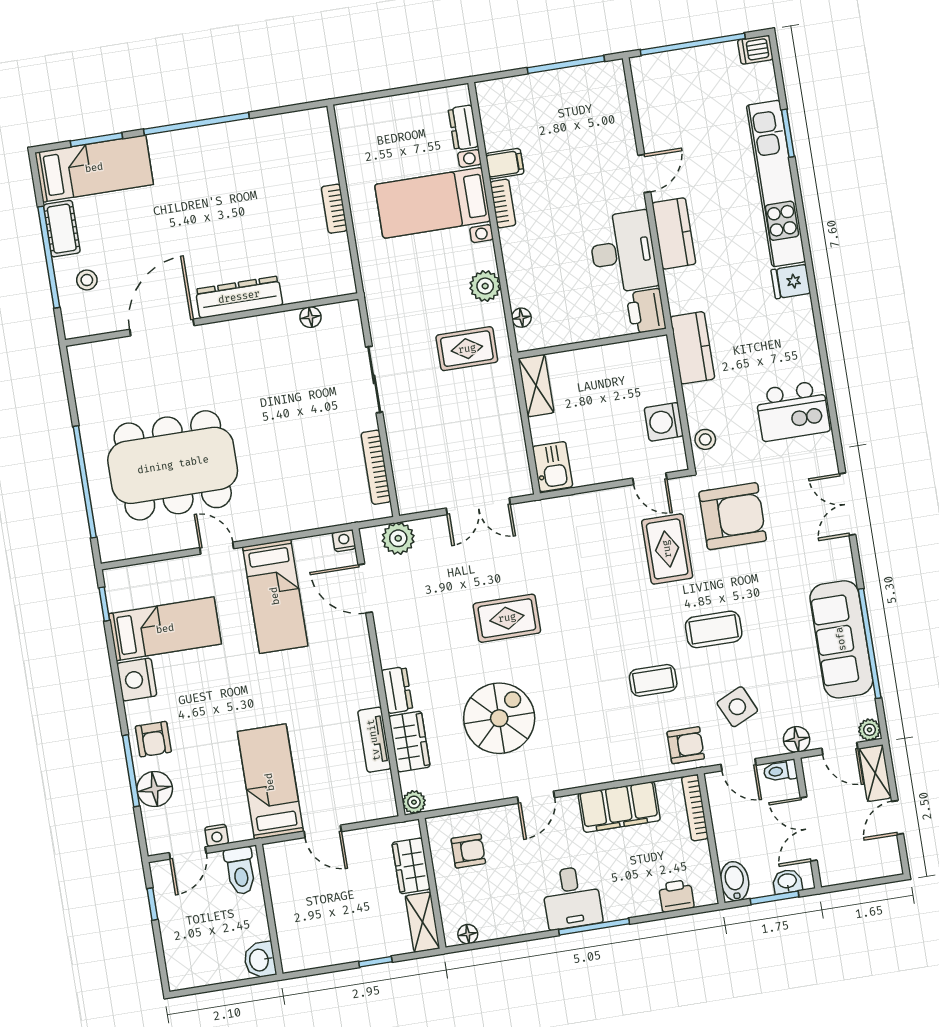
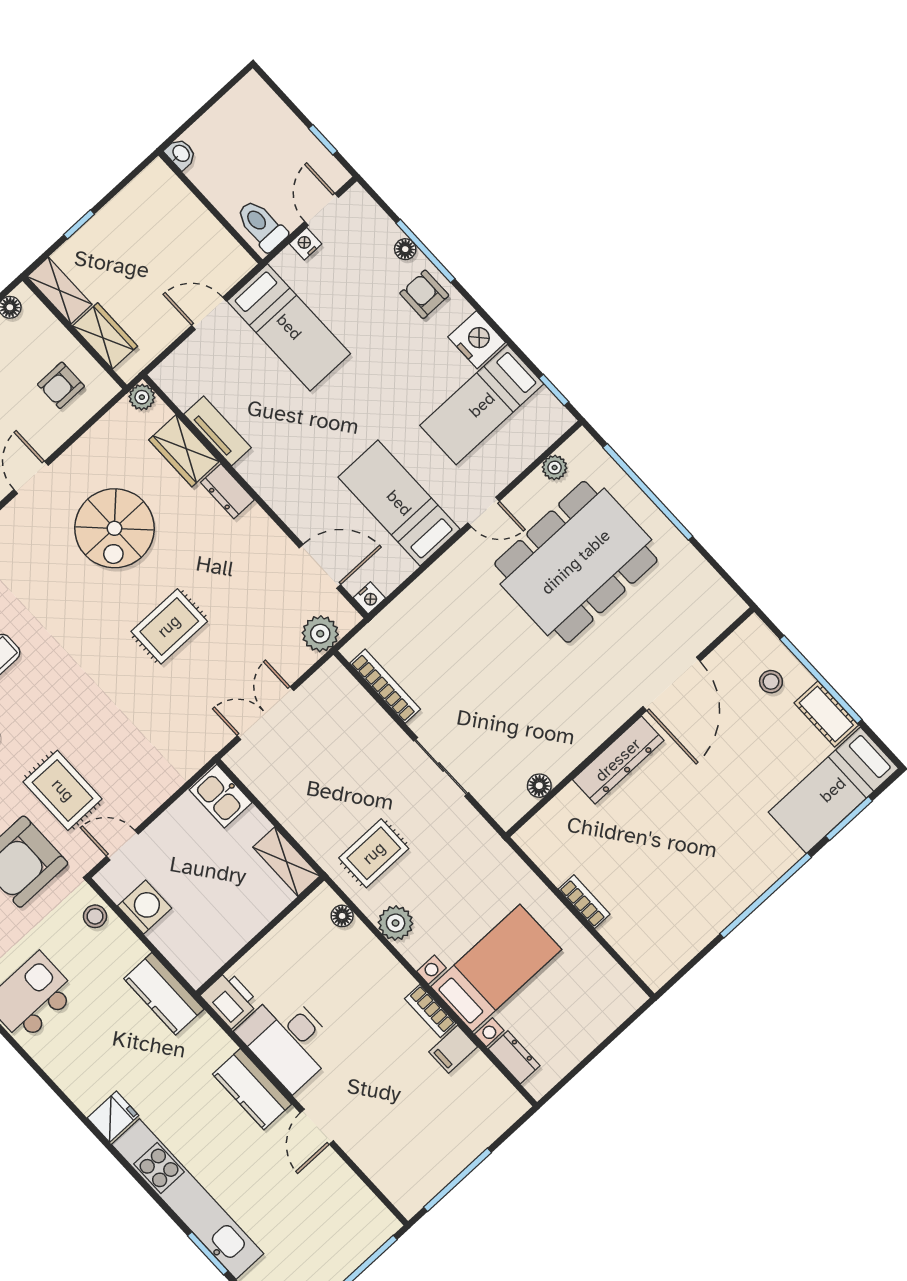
plant: (142, 546) -> (555, 468), added
floor lamp: (155, 789) -> (405, 249), width x0.53, depth x0.53
washbasin: (260, 960) -> (181, 154), width x0.72, depth x0.69

